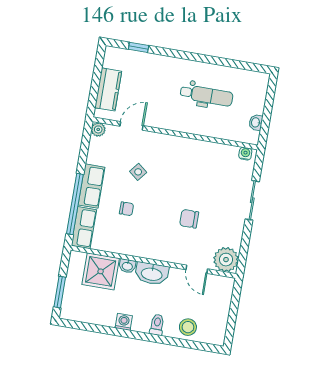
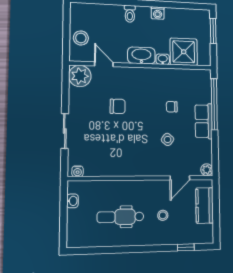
stool: (159, 88) -> (163, 215), added
row of seats: (84, 228) -> (203, 86), removed
stool: (188, 327) -> (81, 38), moved

